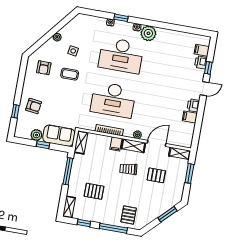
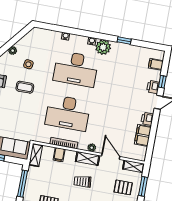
window: (121, 18) -> (124, 41), moved
printer: (201, 62) -> (153, 87), moved
filing cabinet: (190, 117) -> (143, 135), width x2.00
door: (157, 143) -> (111, 156), hinge flipped
filing cabinet: (116, 144) -> (59, 155), moved
pallet: (156, 175) -> (123, 187), moved

